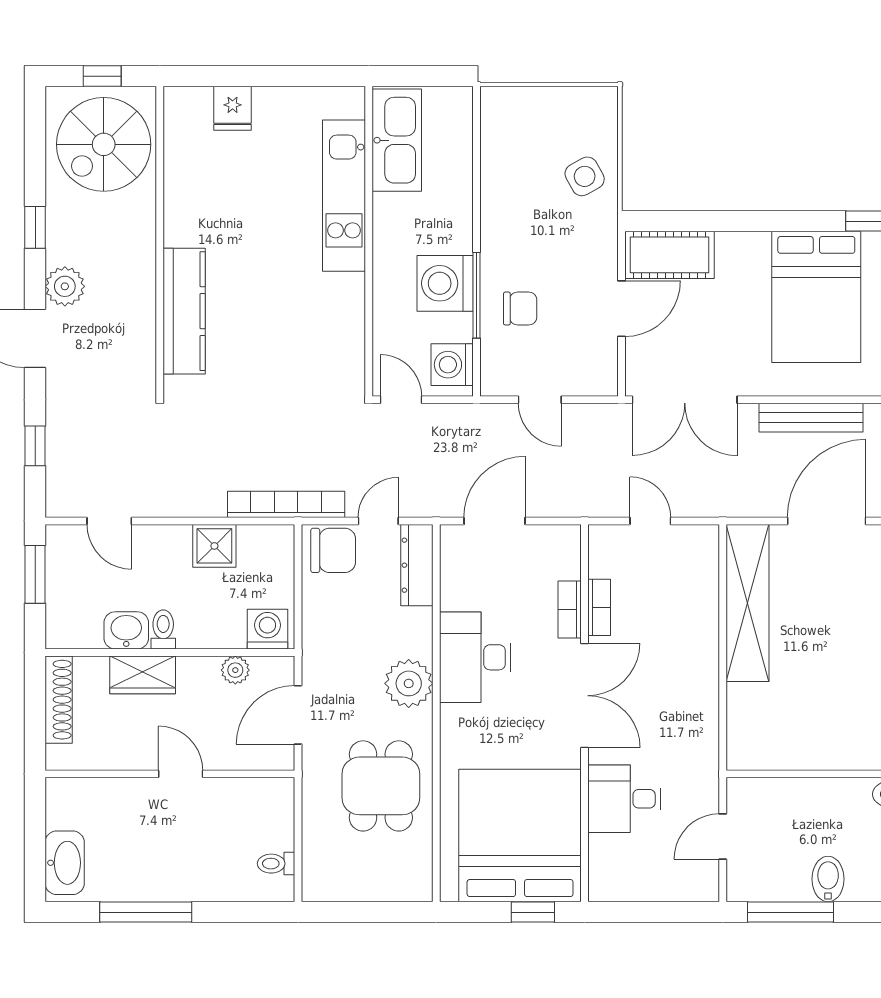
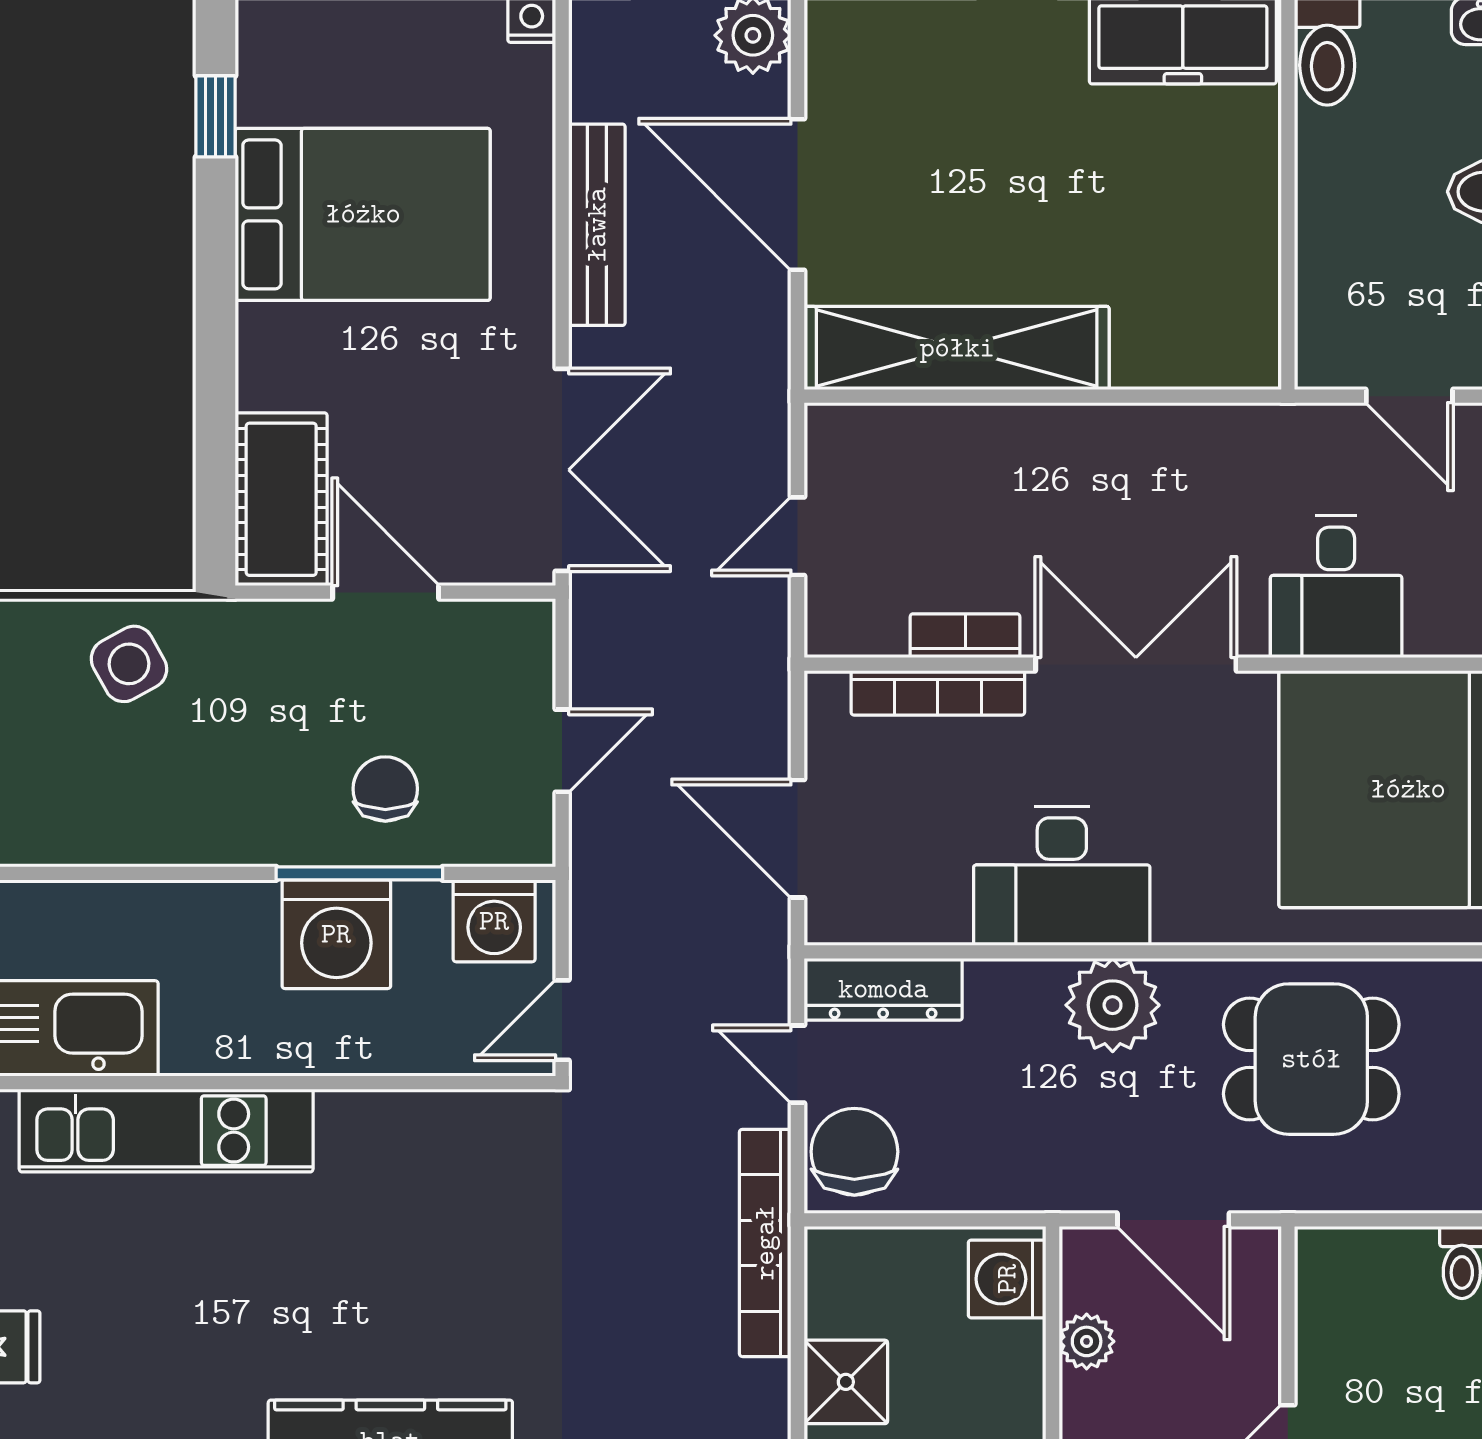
bookcase: (570, 609) -> (938, 693), width x1.56

